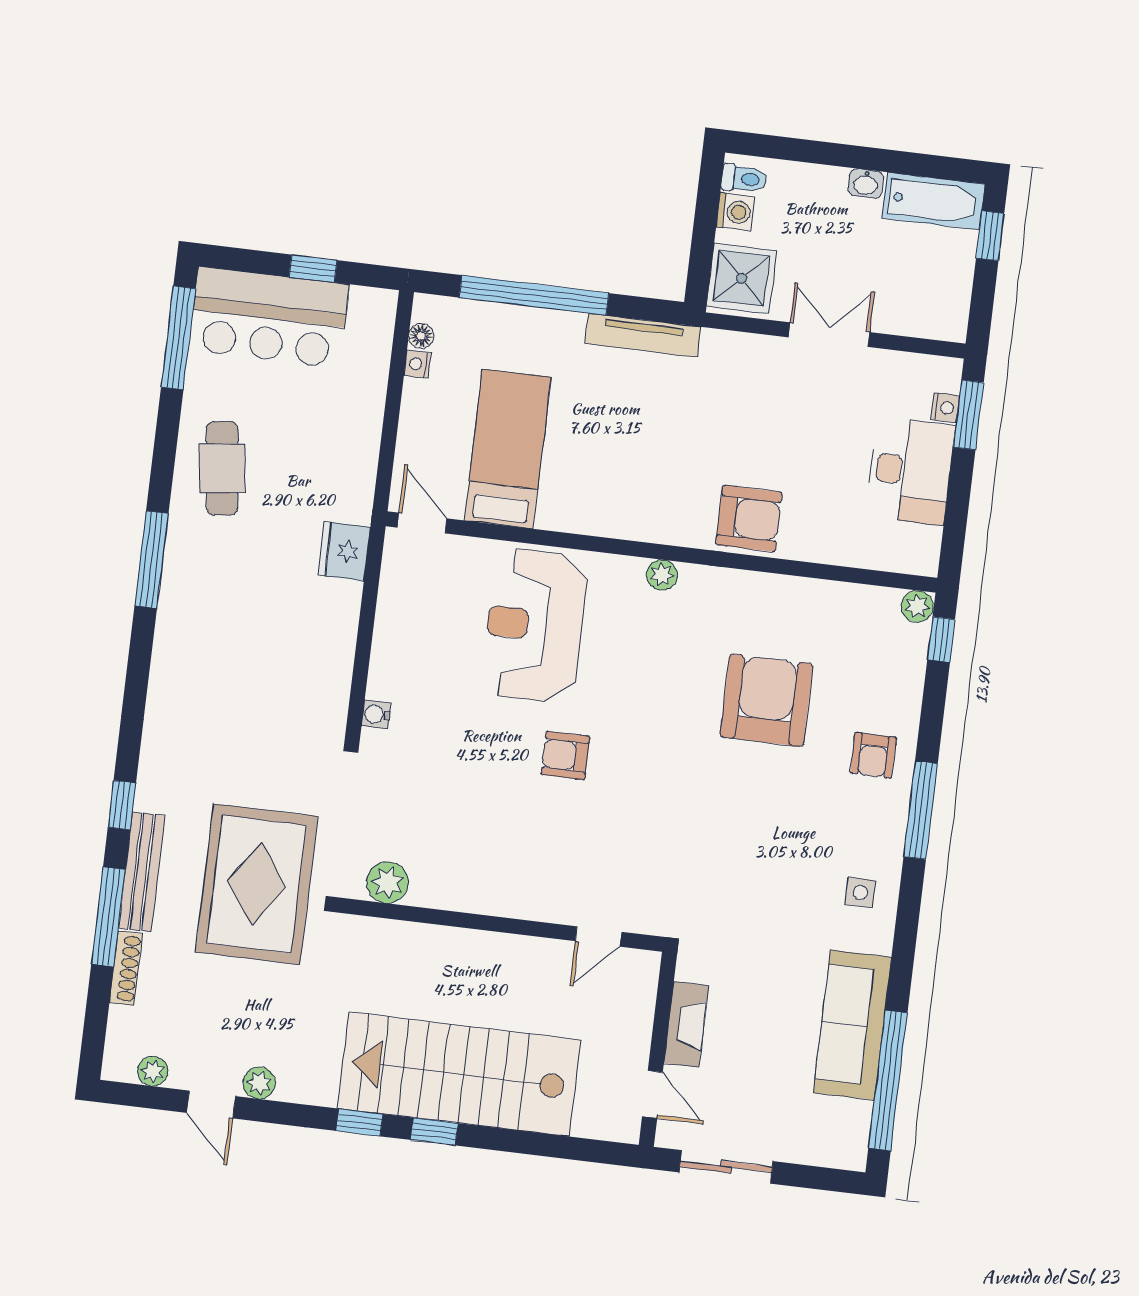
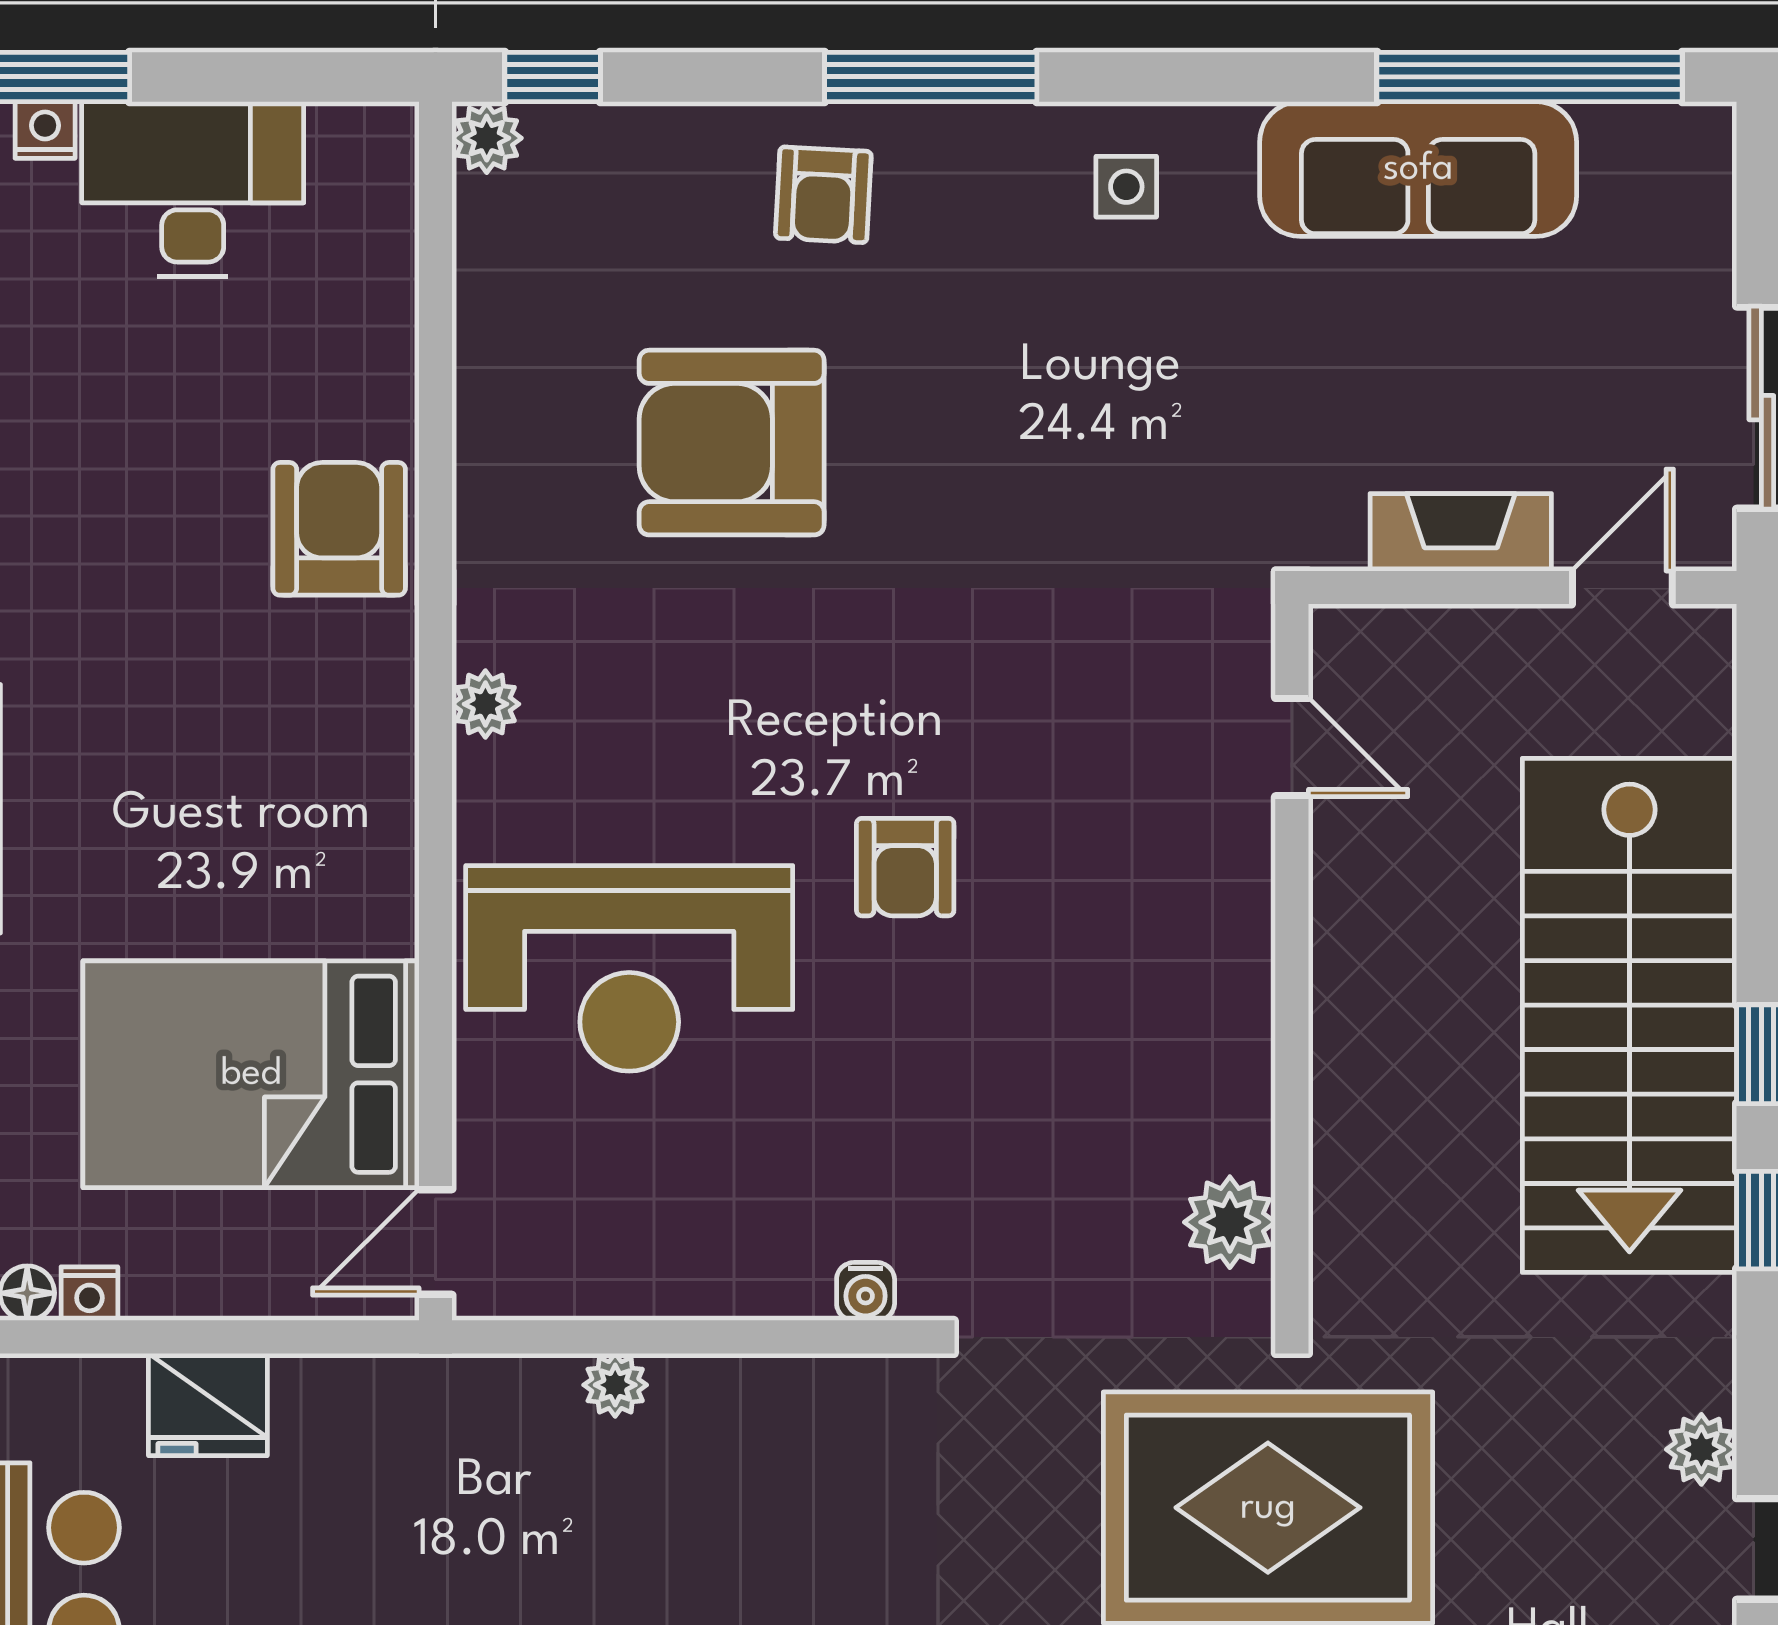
bed: (508, 449) -> (251, 1074), width x1.50
fridge: (344, 551) -> (208, 1405), moved
plant: (348, 596) -> (615, 1385), added
armchair: (873, 755) -> (823, 195), turned 93

